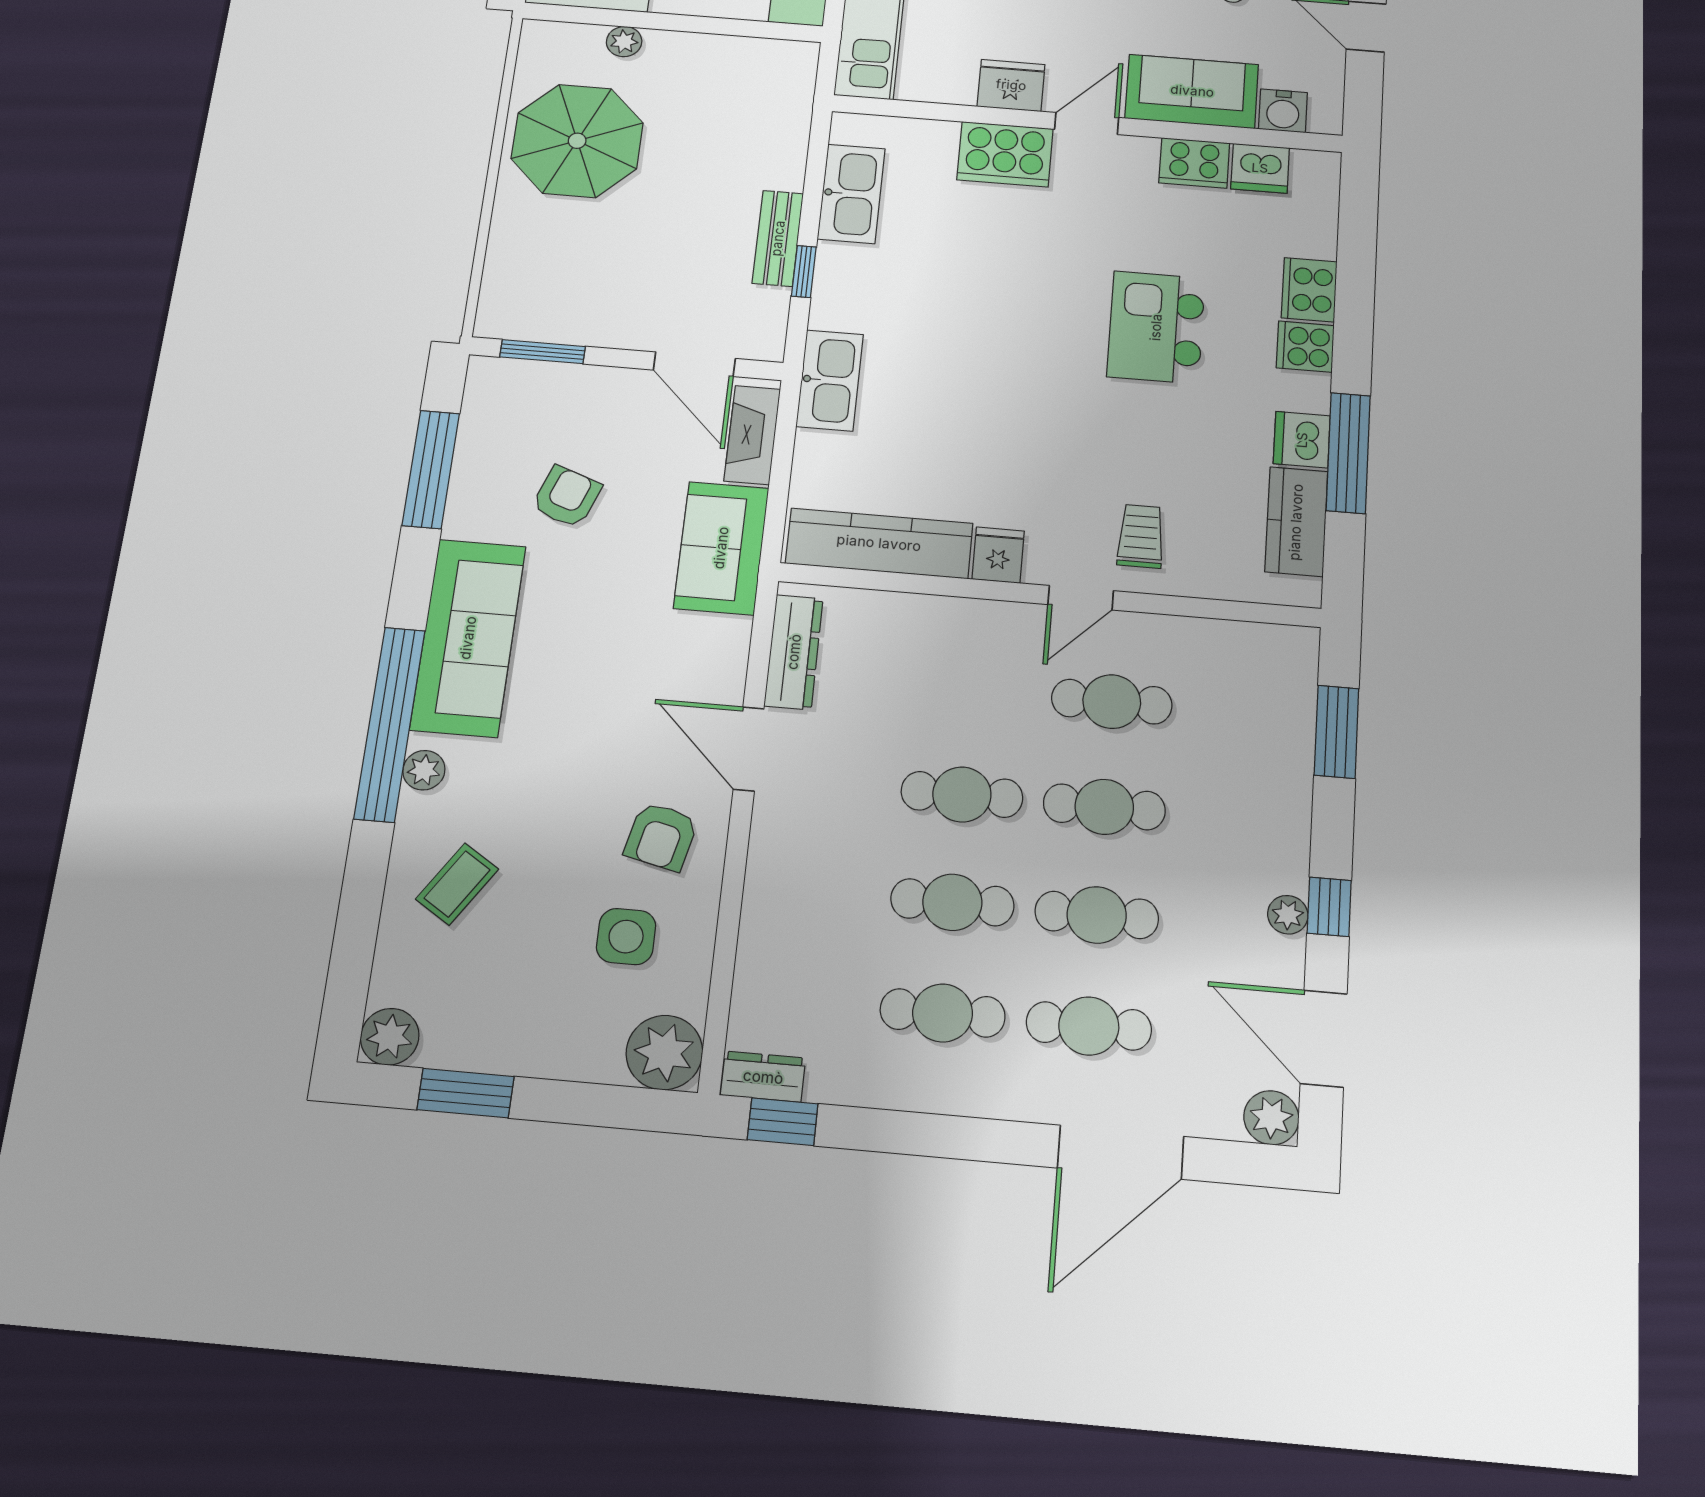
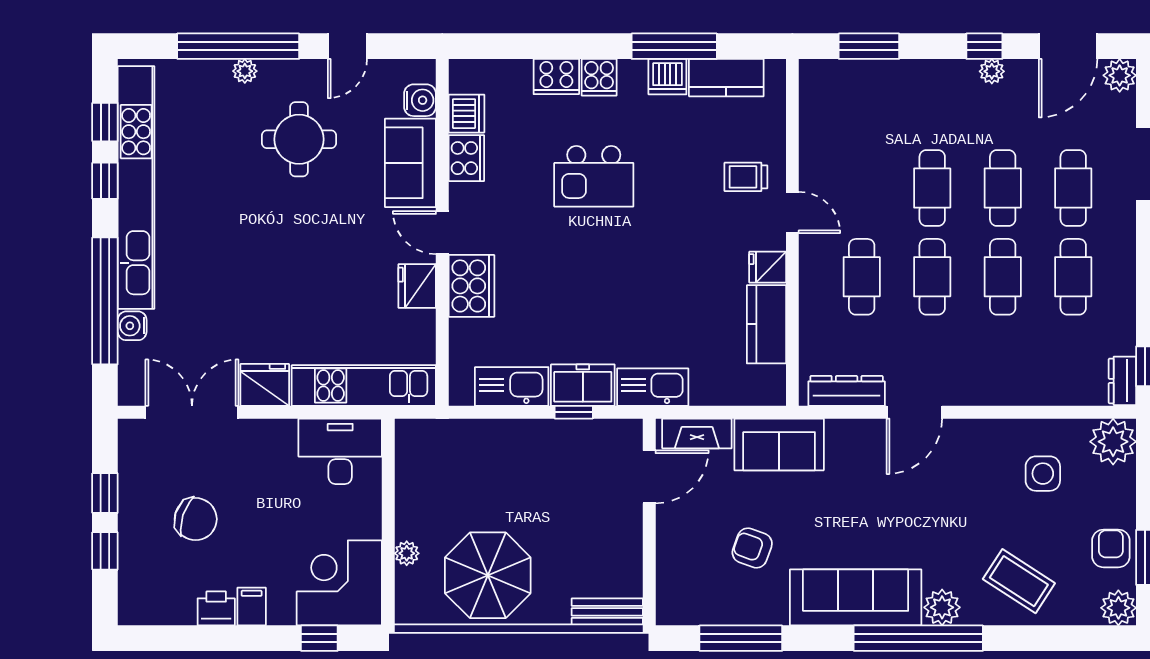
bench: (778, 238) -> (607, 612), moved
freezer: (843, 287) -> (583, 385), added
window: (543, 352) -> (649, 577), removed
kitchen counter: (879, 543) -> (766, 324), width x0.67
cafe table: (1112, 702) -> (862, 277), moved
plant: (424, 770) -> (942, 607), width x1.38, depth x1.38
armchair: (661, 836) -> (1111, 548), moved, turned -103
coffee table: (457, 884) -> (1019, 581), width x1.36, depth x1.30

